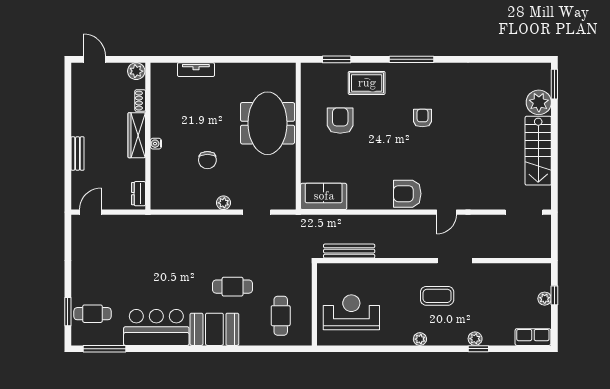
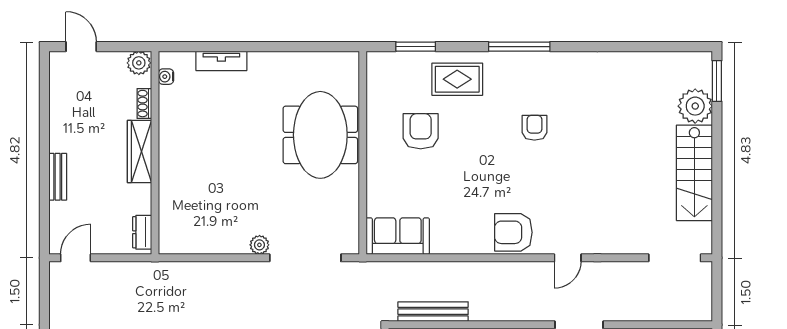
water cooler: (156, 144) -> (166, 77), moved
chair: (207, 160) -> (237, 186), removed
doorway: (257, 212) -> (305, 258), width x1.88

